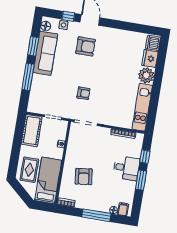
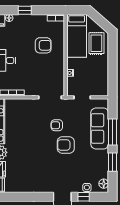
armchair: (86, 46) -> (66, 145), moved
sofa: (45, 53) -> (100, 128), moved
cot: (32, 131) -> (101, 81), removed
armchair: (84, 177) -> (43, 45), turned 97
window: (96, 215) -> (25, 10), width x0.46

